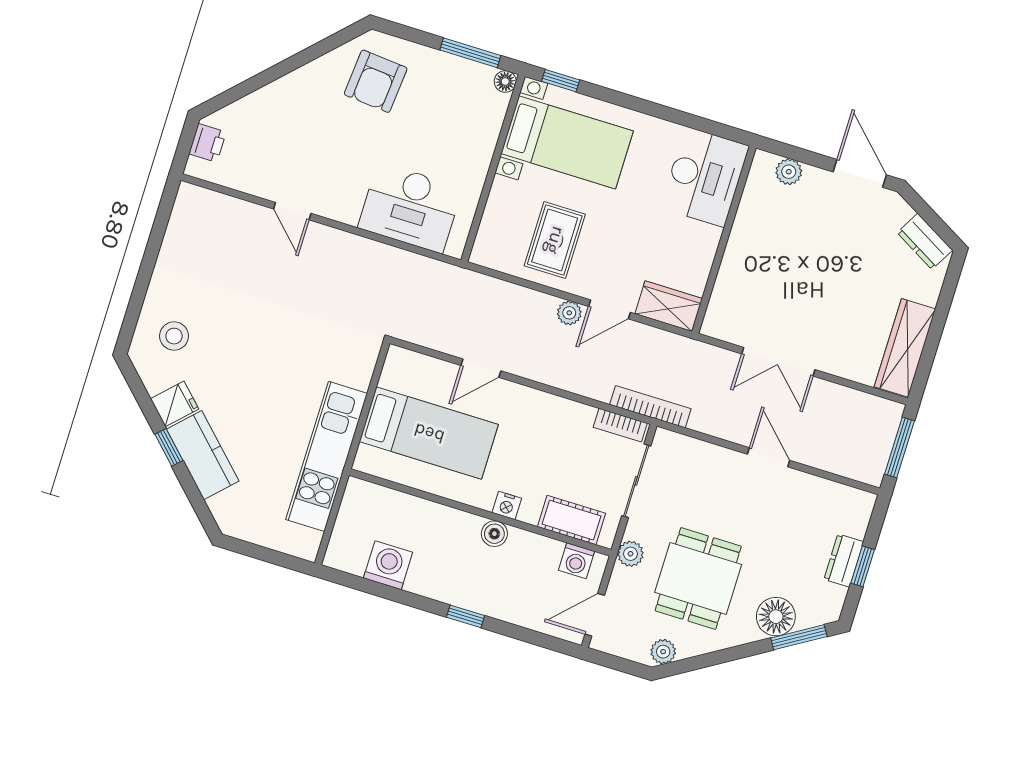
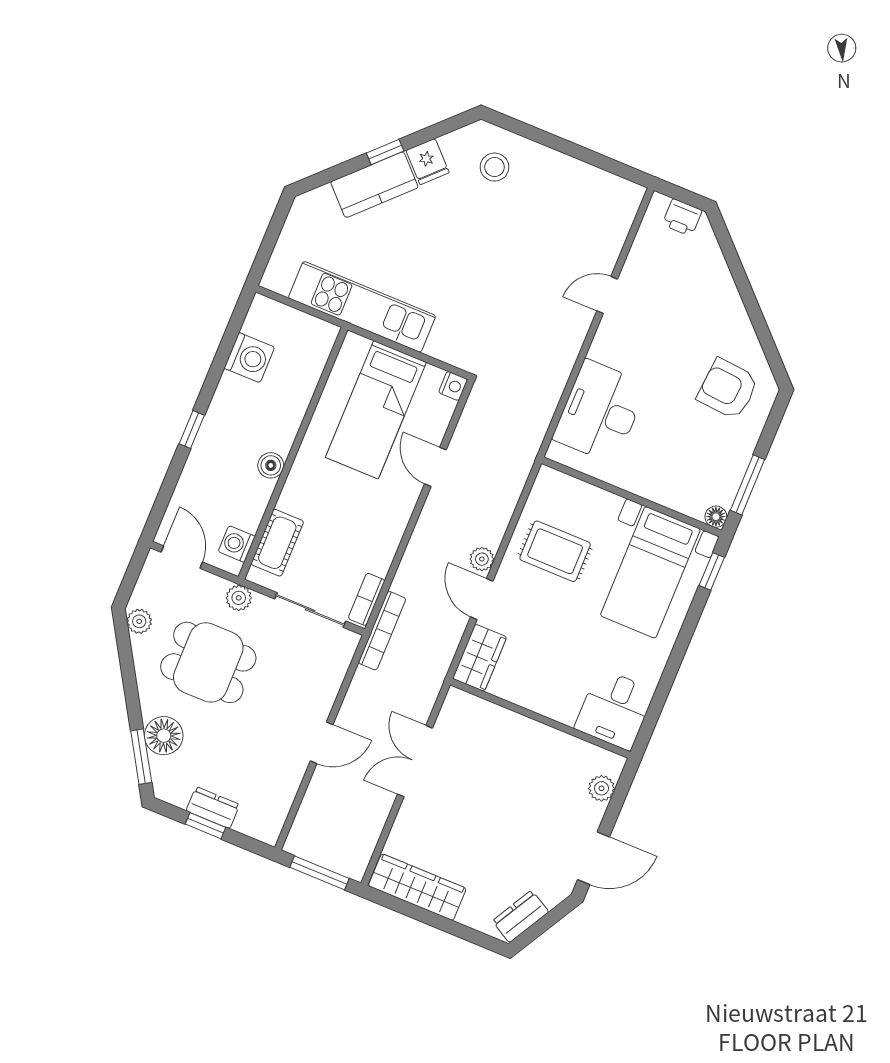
desk: (705, 177) -> (615, 709), width x0.73
nightstand: (507, 506) -> (453, 386), moved, turned 180

